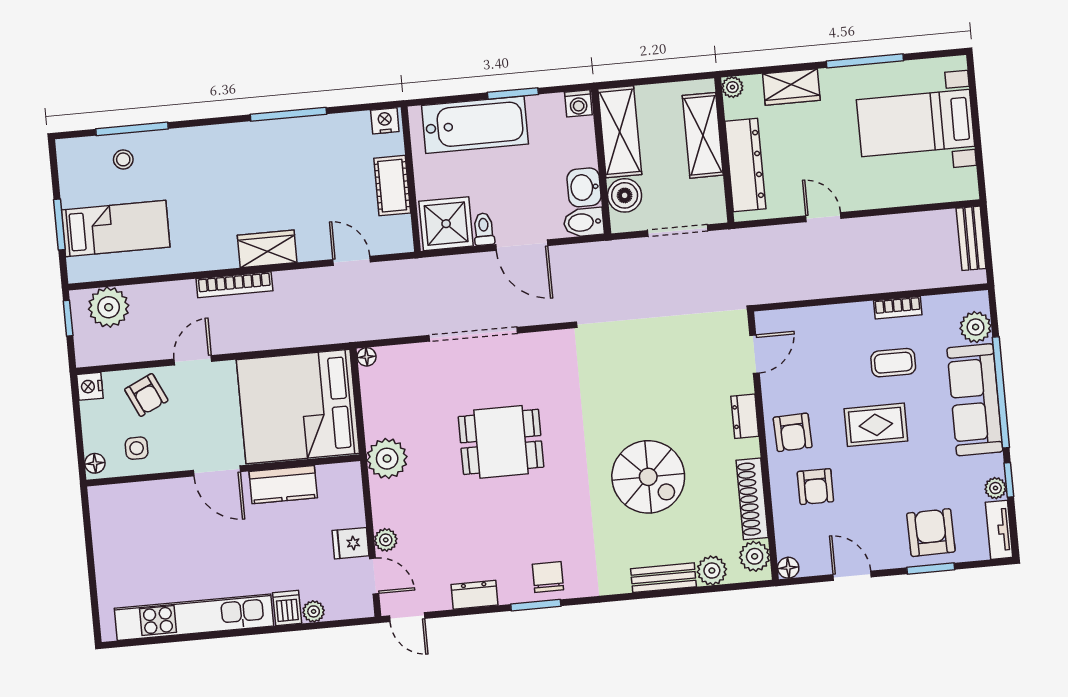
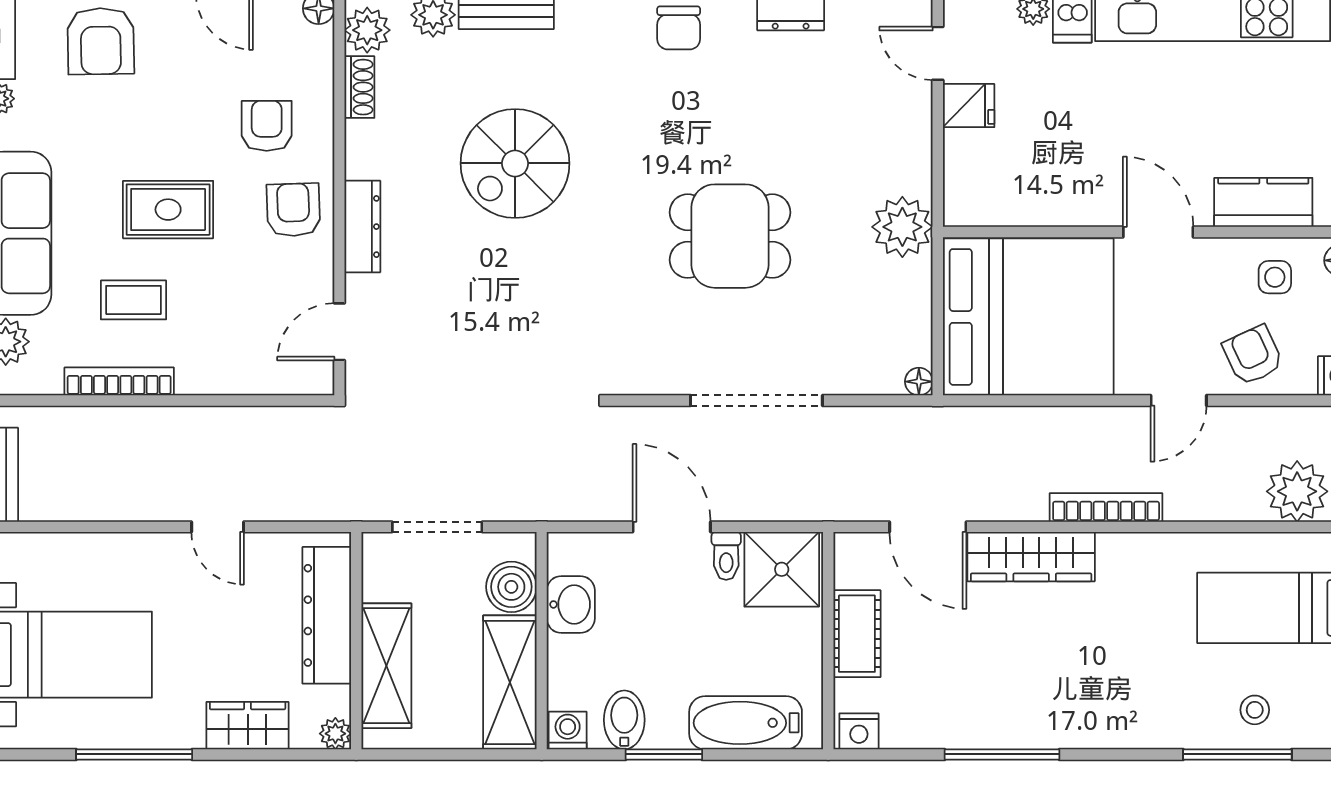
bathtub: (475, 125) -> (746, 723), width x0.73, depth x0.73
bidet: (584, 222) -> (624, 720), moved, turned -90
wardrobe: (267, 249) -> (1031, 557), width x1.50
door: (352, 261) -> (928, 527), width x1.38
bookcase: (898, 308) -> (119, 381), width x1.56
dresser: (745, 416) -> (362, 227), width x1.44
spiral stairs: (648, 477) -> (515, 163), turned -90
kitchen counter: (283, 485) -> (1263, 202), moved
shoe rack: (752, 499) -> (359, 87), width x0.51, depth x0.81
plant: (386, 540) -> (916, 106), removed

